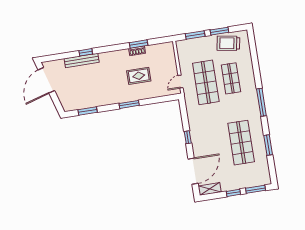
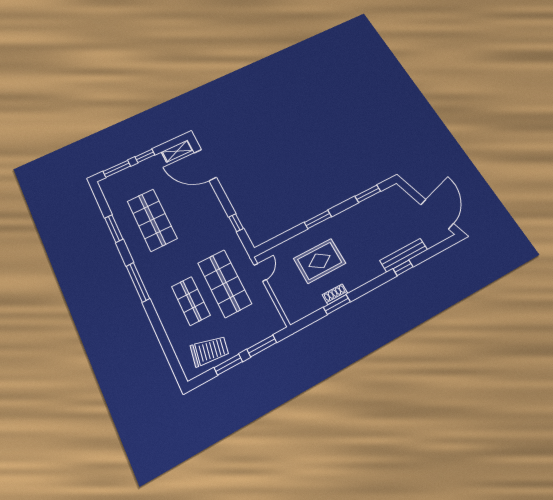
rug: (139, 76) -> (320, 261), width x1.36, depth x1.43
window: (188, 137) -> (236, 223), moved
door: (193, 171) -> (205, 165), hinge flipped

